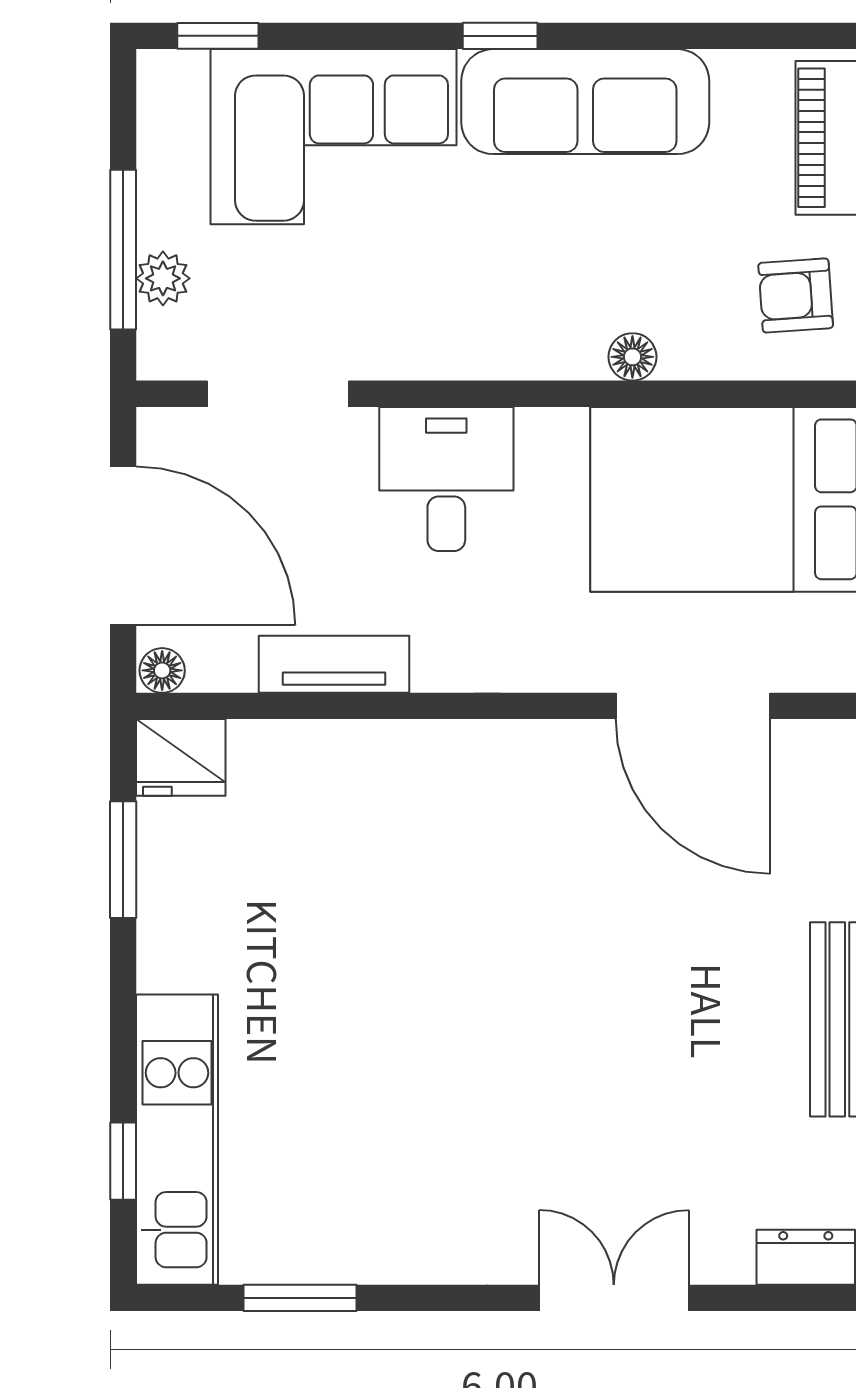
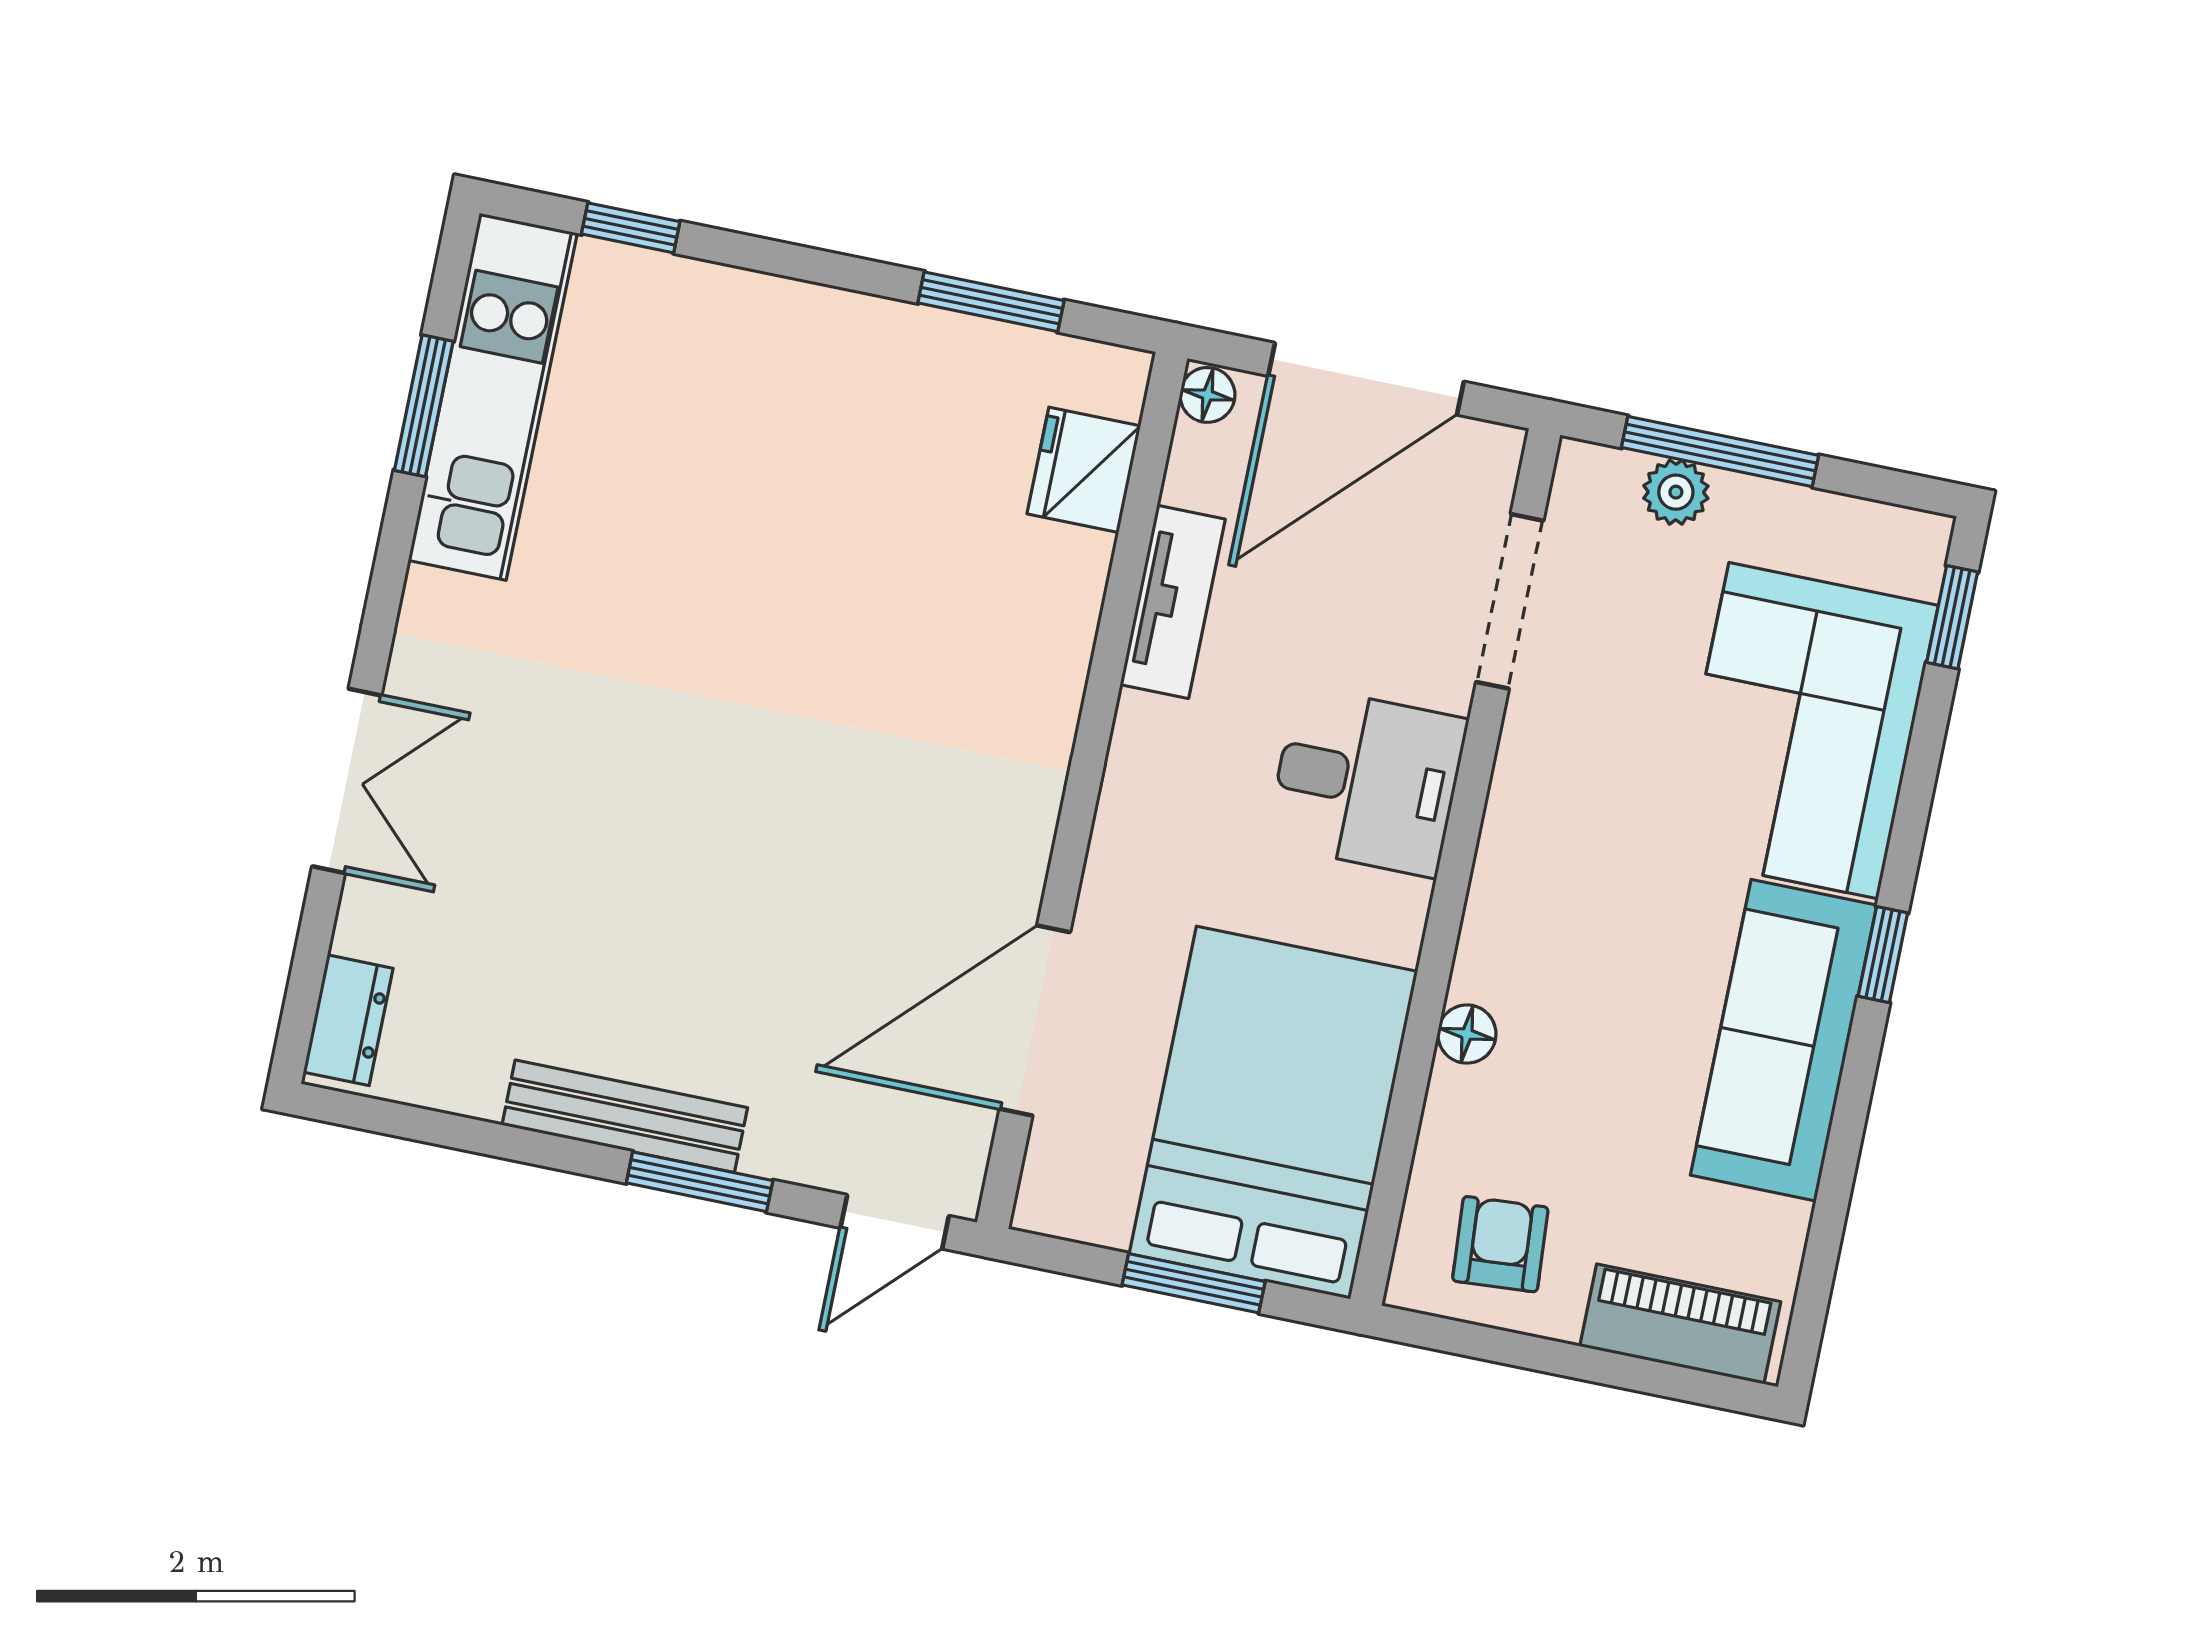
fridge: (181, 757) -> (1084, 470), moved
kitchen unit: (177, 1140) -> (493, 397), moved, turned -90

